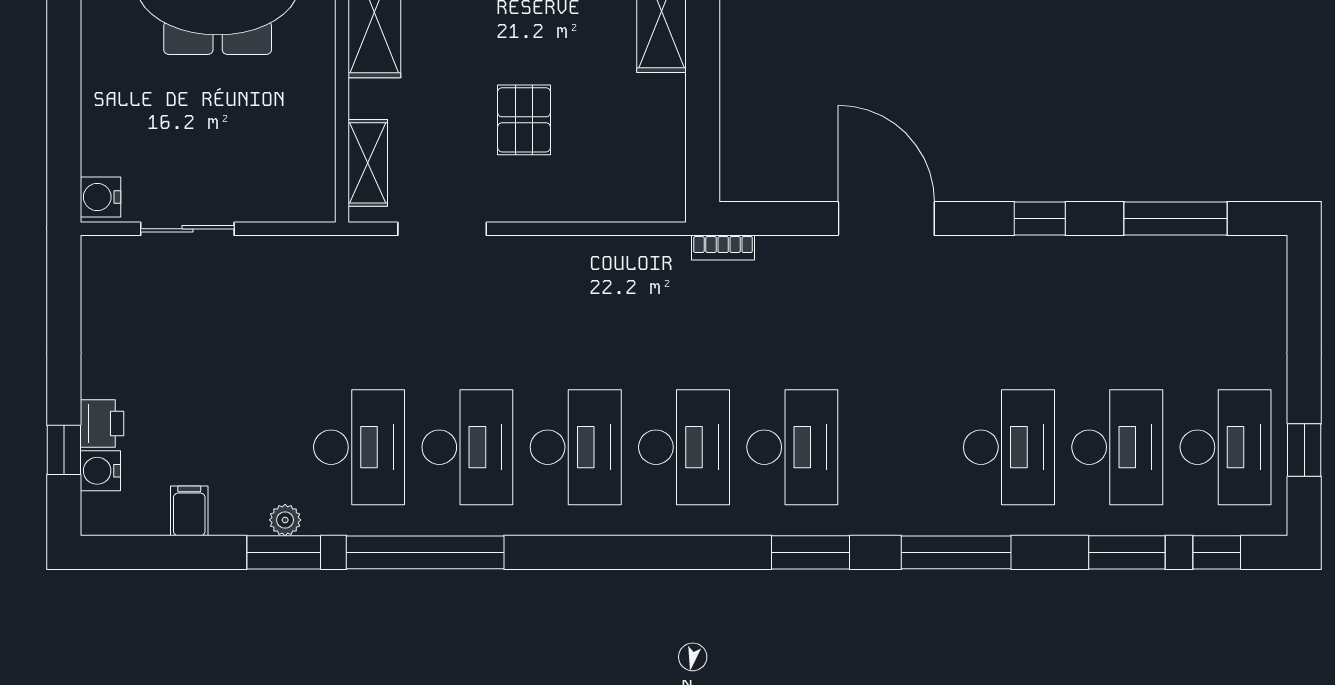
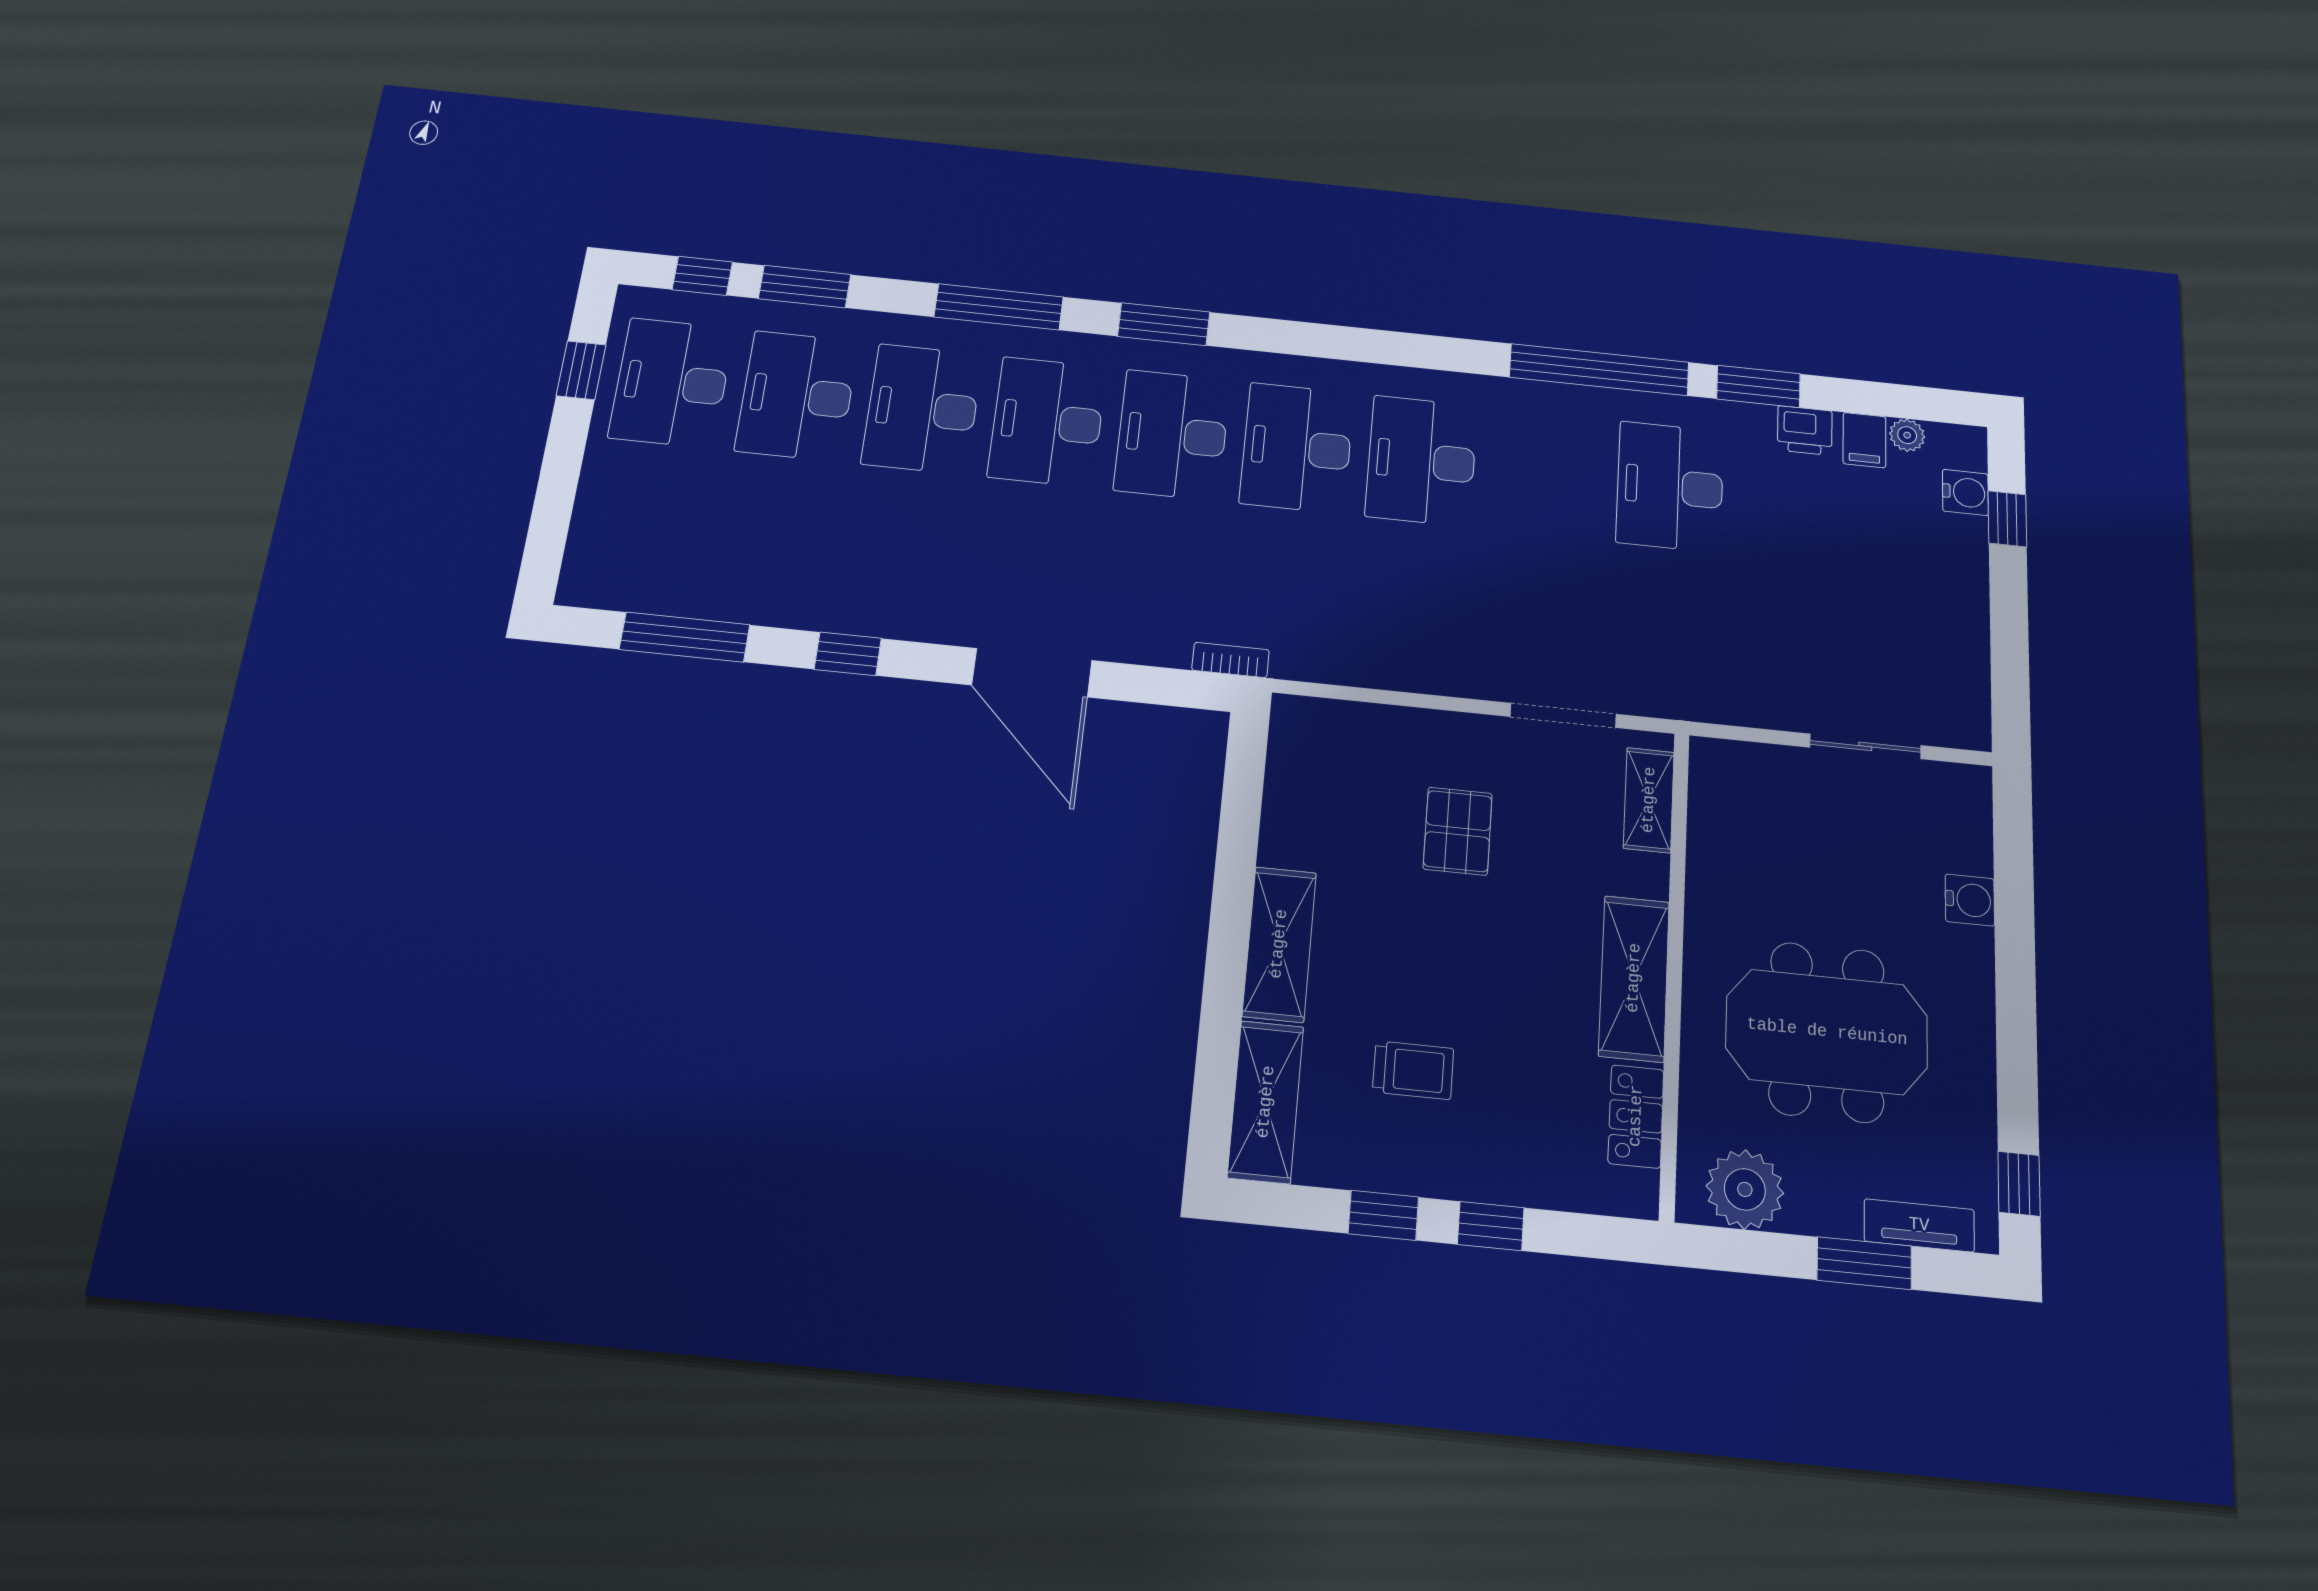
water cooler: (100, 197) -> (1970, 900), moved
printer: (102, 424) -> (1805, 431), moved, turned -90
desk: (467, 447) -> (1047, 422), moved
plant: (285, 520) -> (1907, 435), moved

